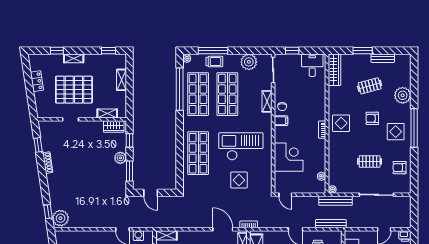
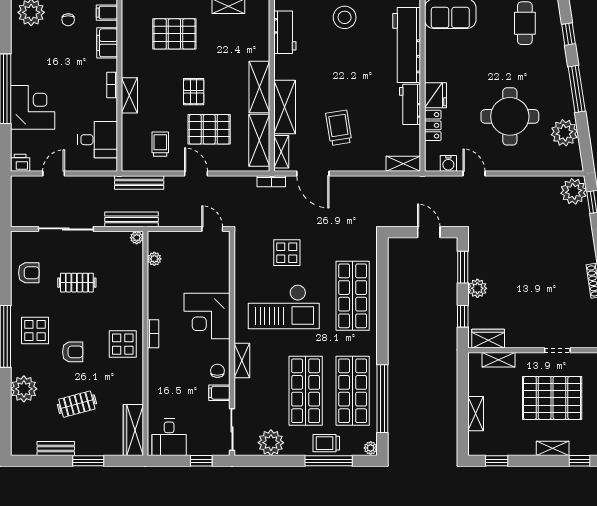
shelving: (267, 101) -> (242, 361), moved
filing cabinet: (281, 121) -> (219, 393), moved
corner desk: (289, 157) -> (207, 316), moved

